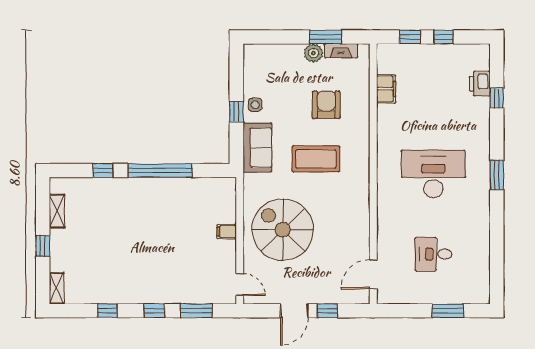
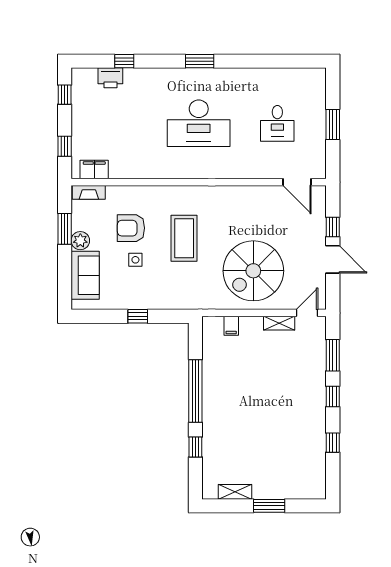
window: (444, 37) -> (65, 95), moved
fireplace: (341, 51) -> (89, 192), moved, turned 90
filing cabinet: (386, 89) -> (94, 170), moved
side table: (255, 105) -> (135, 260), moved
sofa: (257, 148) -> (85, 275), moved, turned 90
desk: (433, 174) -> (199, 123), turned -90
filing cabinet: (227, 232) -> (231, 326), moved
window: (43, 246) -> (269, 506), width x1.50
shelving: (57, 288) -> (279, 323), moved
window: (448, 311) -> (333, 125), moved

